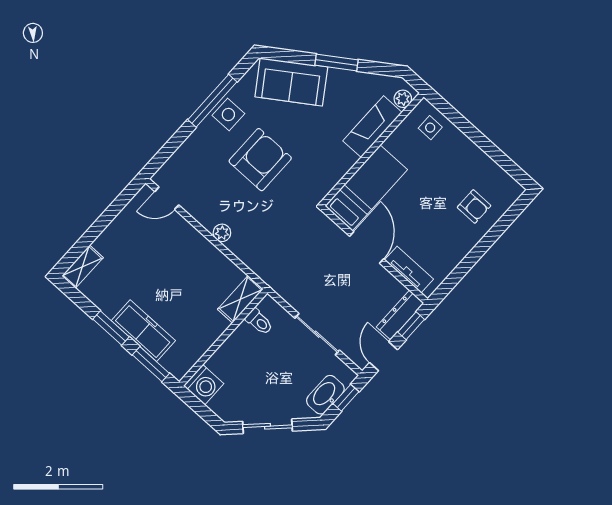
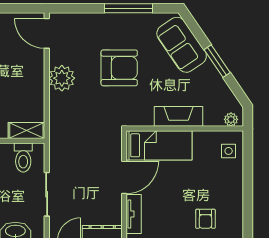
side table: (228, 114) -> (129, 25), removed
fireplace: (372, 127) -> (179, 116), moved
door: (167, 198) -> (47, 33), width x1.38
plant: (222, 233) -> (62, 78), width x1.88, depth x1.88
toilet: (259, 322) -> (23, 158), width x1.37, depth x1.39

